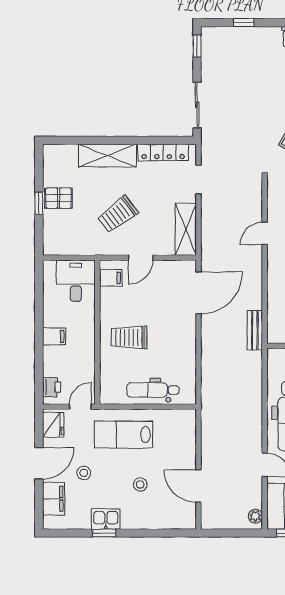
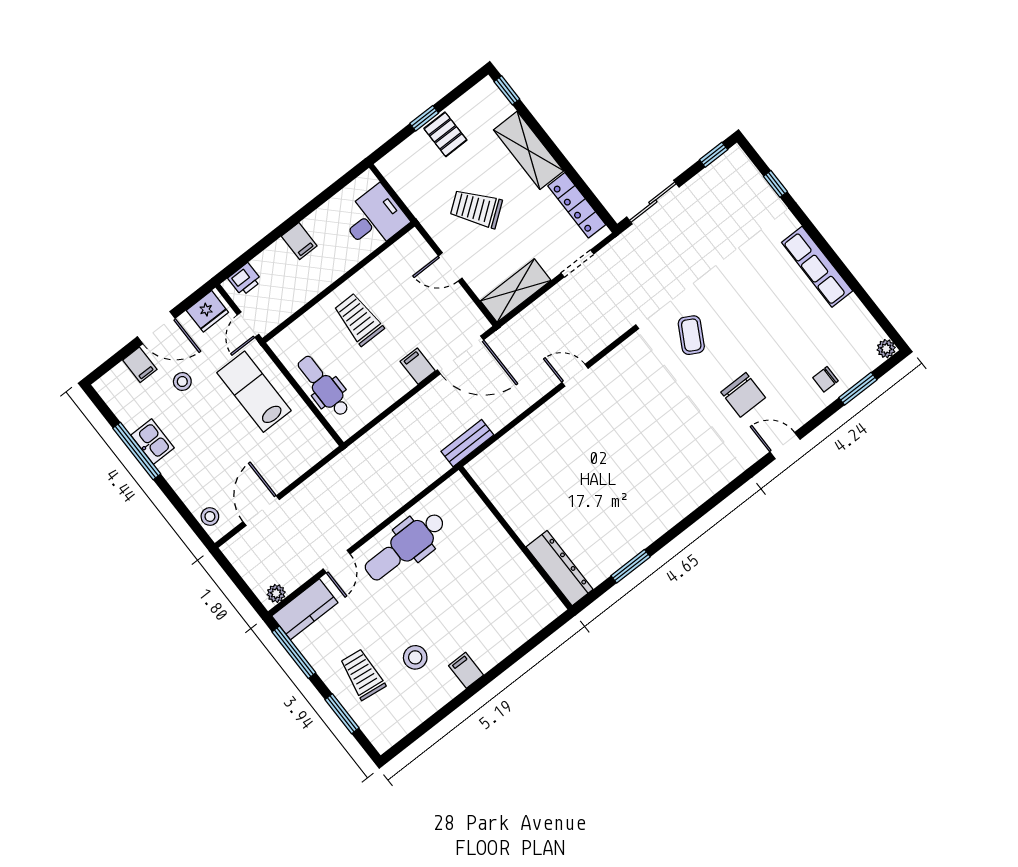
window: (61, 140) -> (507, 90), added
filing cabinet: (111, 278) -> (418, 366), moved, turned 180
door: (80, 407) -> (248, 325), swing flipped
stool: (140, 484) -> (210, 517), moved
filing cabinet: (54, 499) -> (140, 365), width x0.50
window: (104, 533) -> (137, 451), width x2.17

